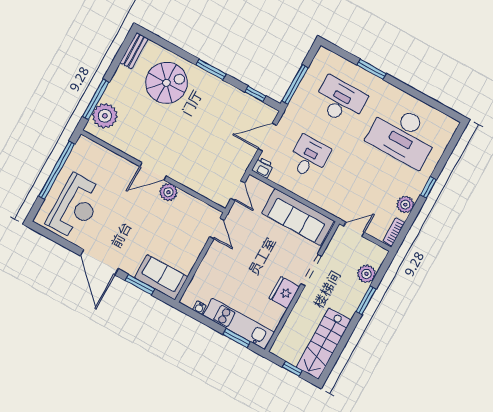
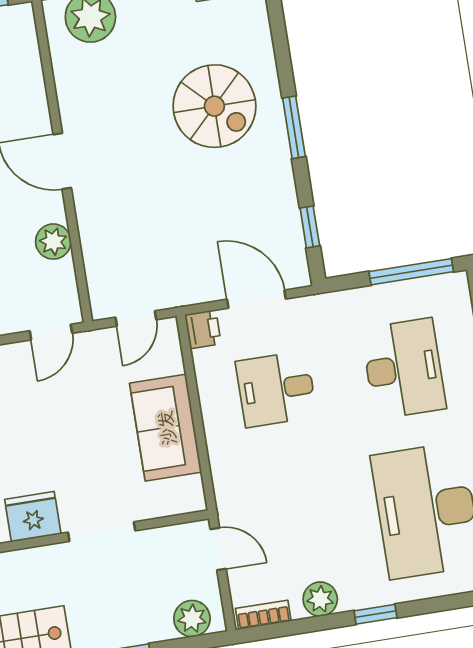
spiral stairs: (166, 83) -> (214, 106), moved
window: (295, 84) -> (411, 272), moved
desk: (309, 157) -> (276, 389), turned 180
plant: (168, 192) -> (53, 242), moved
sofa: (298, 217) -> (166, 428), width x0.73
plant: (366, 274) -> (192, 619), moved

